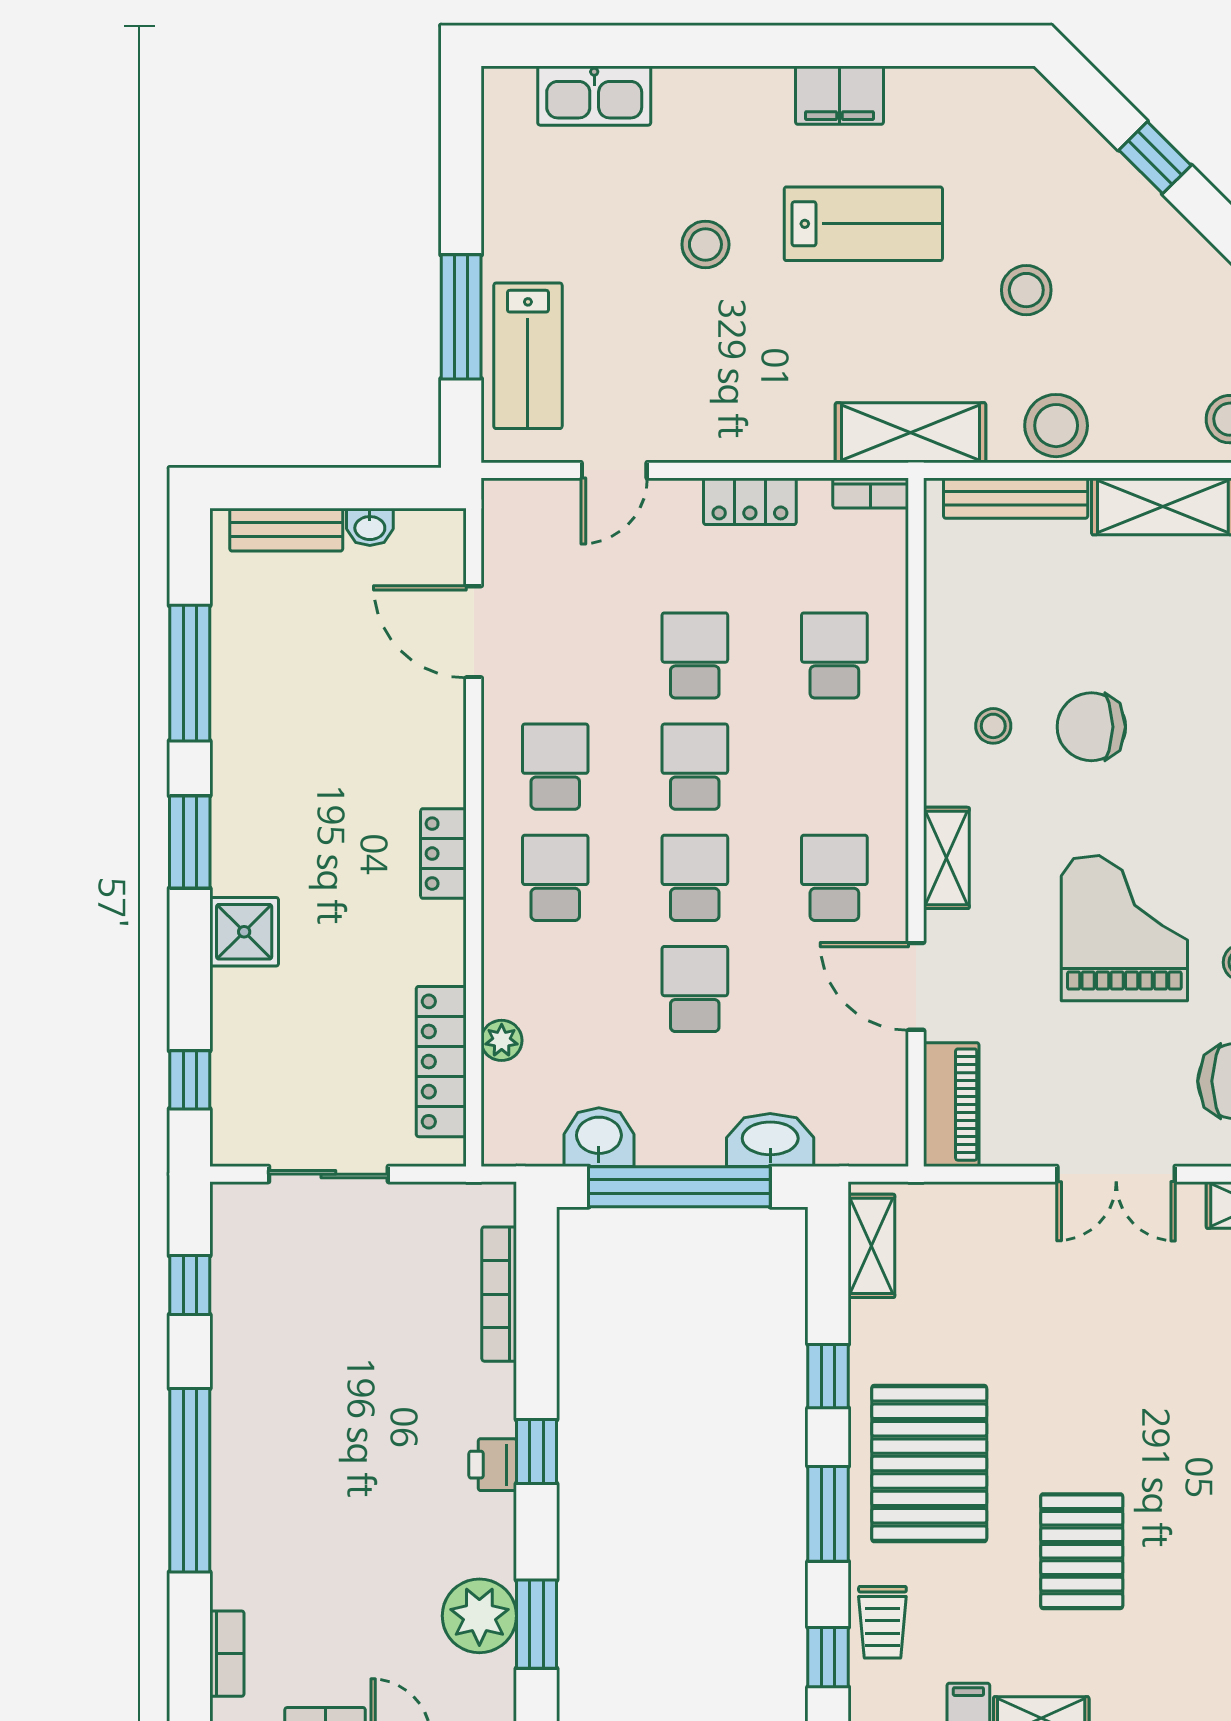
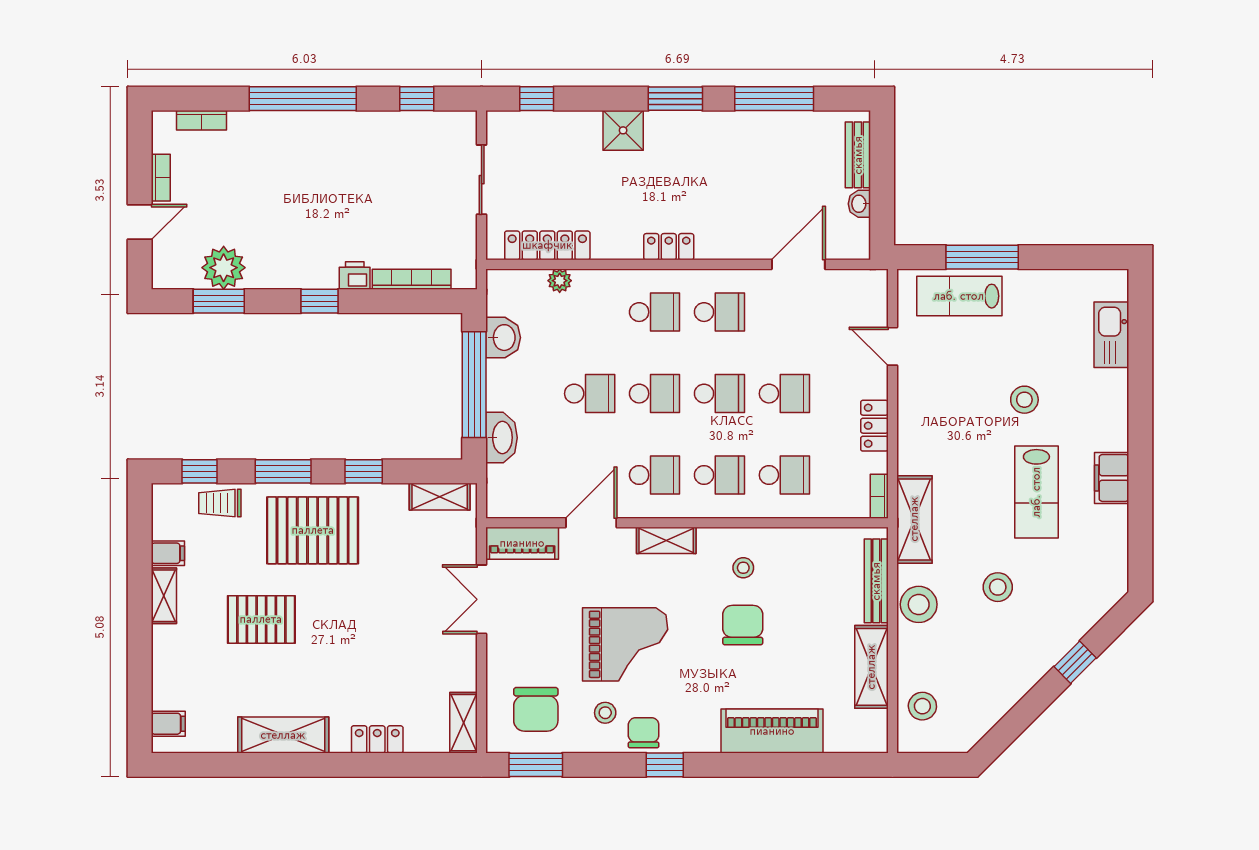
school desk: (834, 767) -> (719, 475), added
double door: (1116, 1174) -> (482, 599), moved
printer: (493, 1465) -> (355, 275), moved

